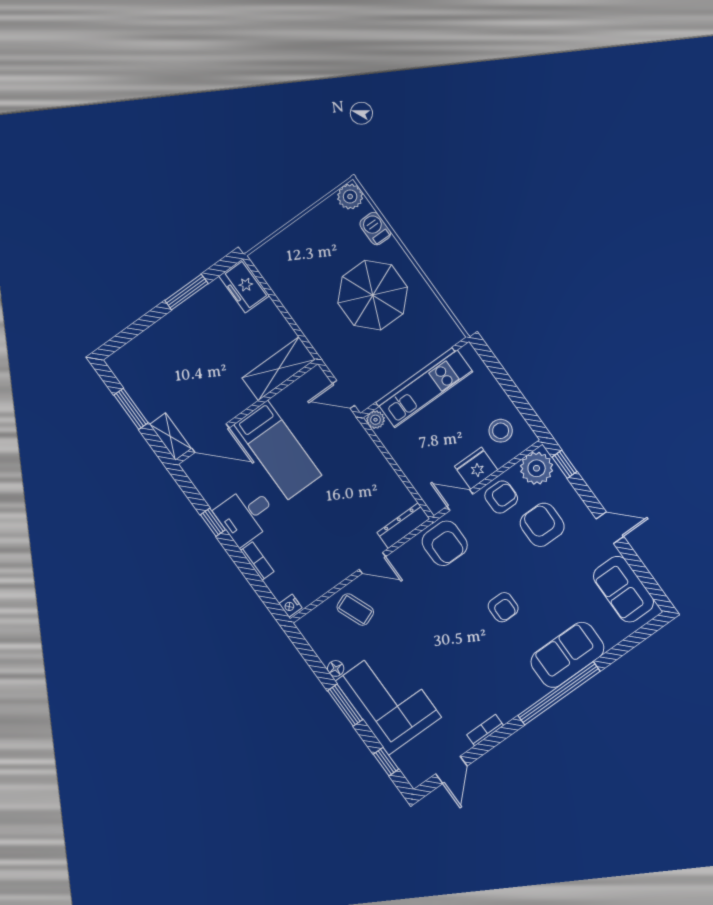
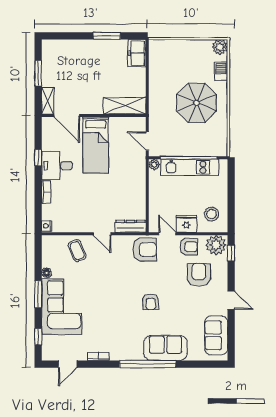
armchair: (445, 543) -> (145, 250), turned -90

